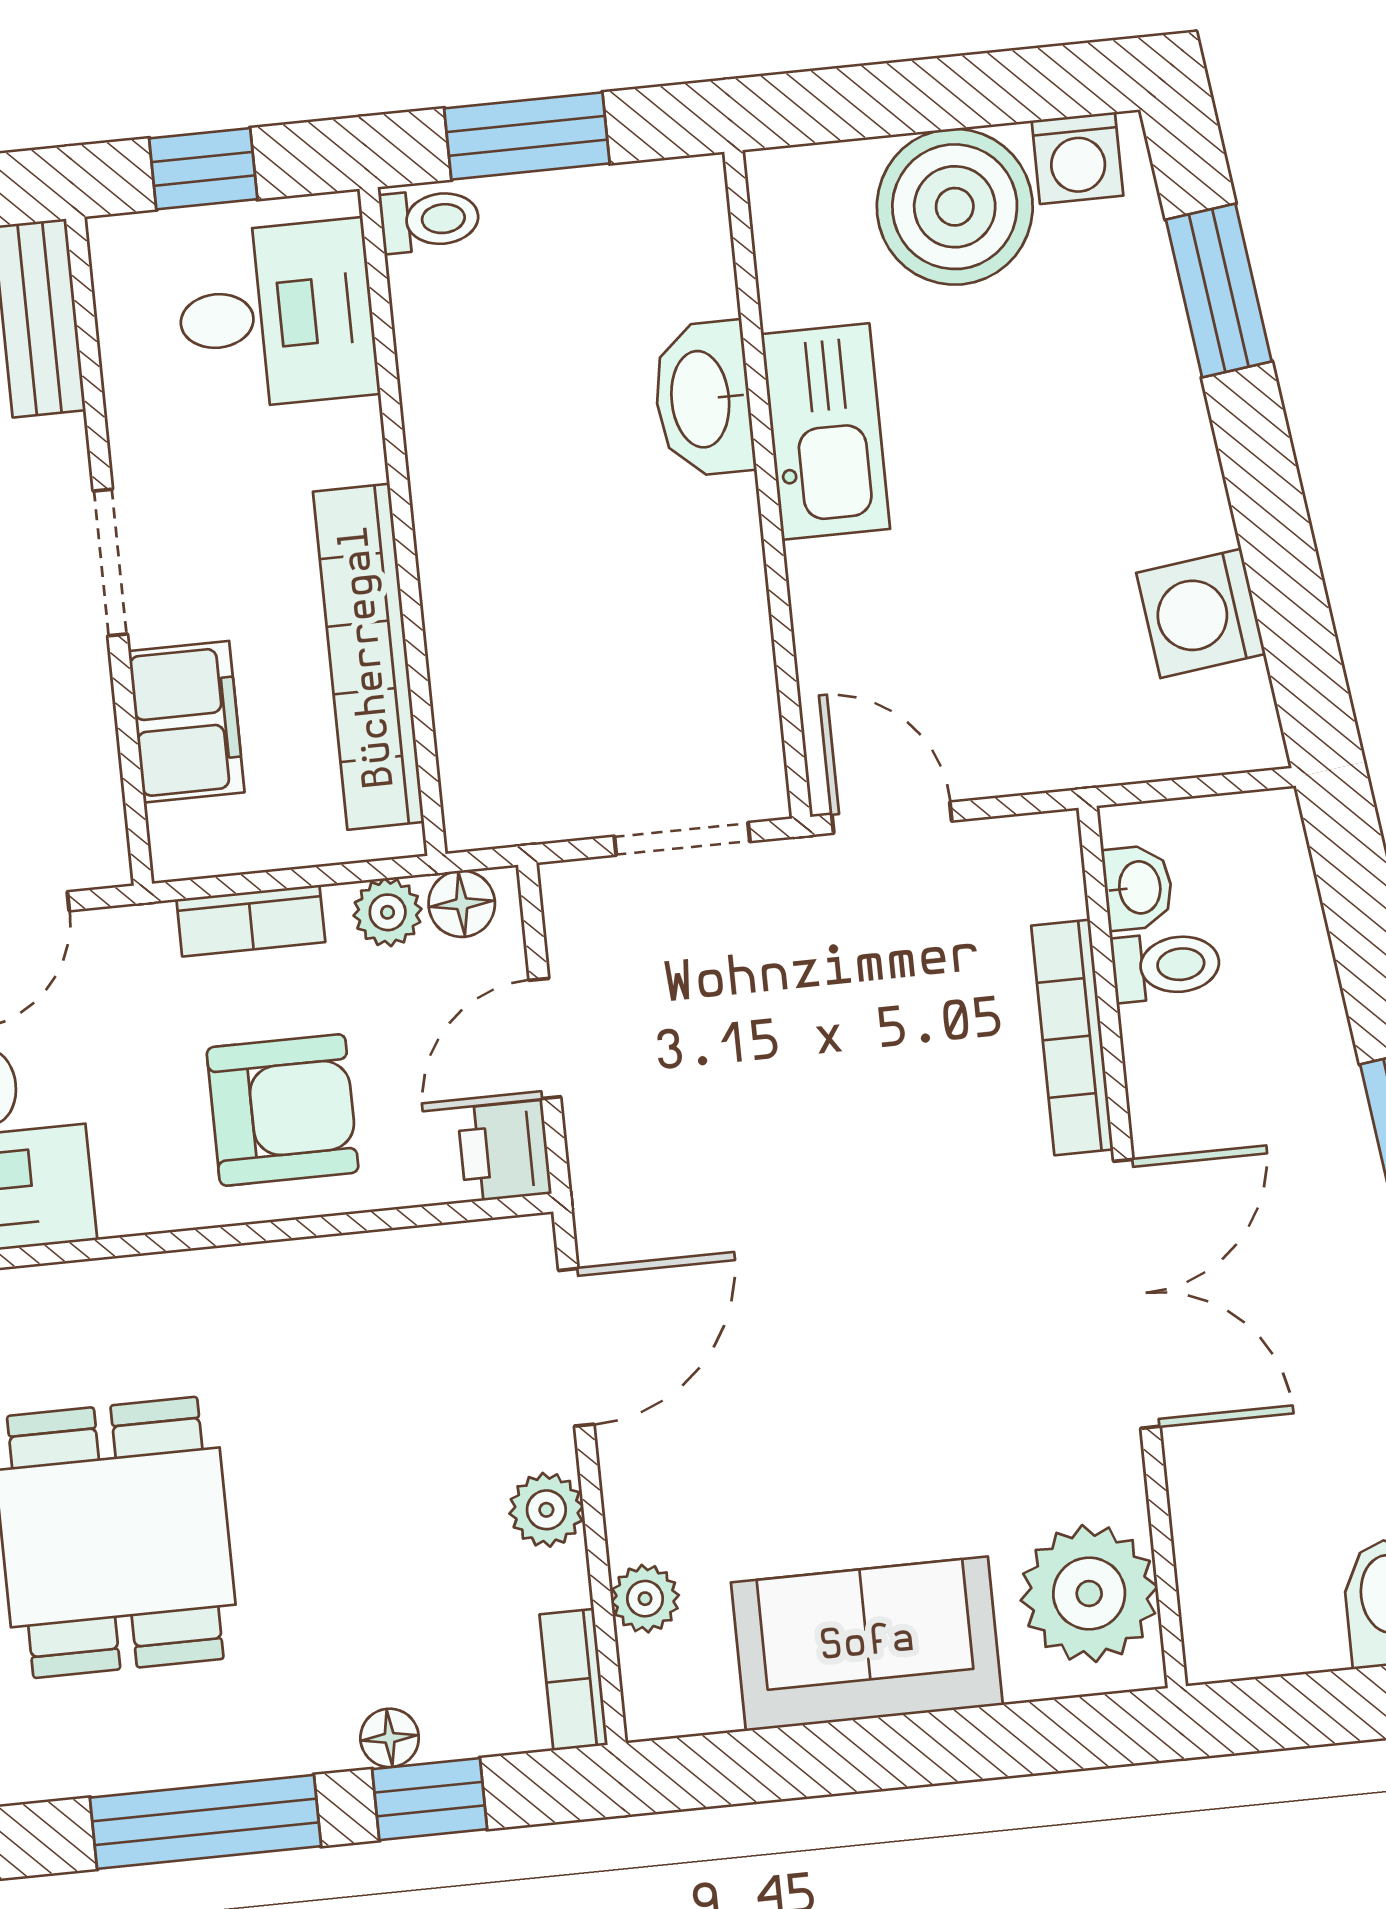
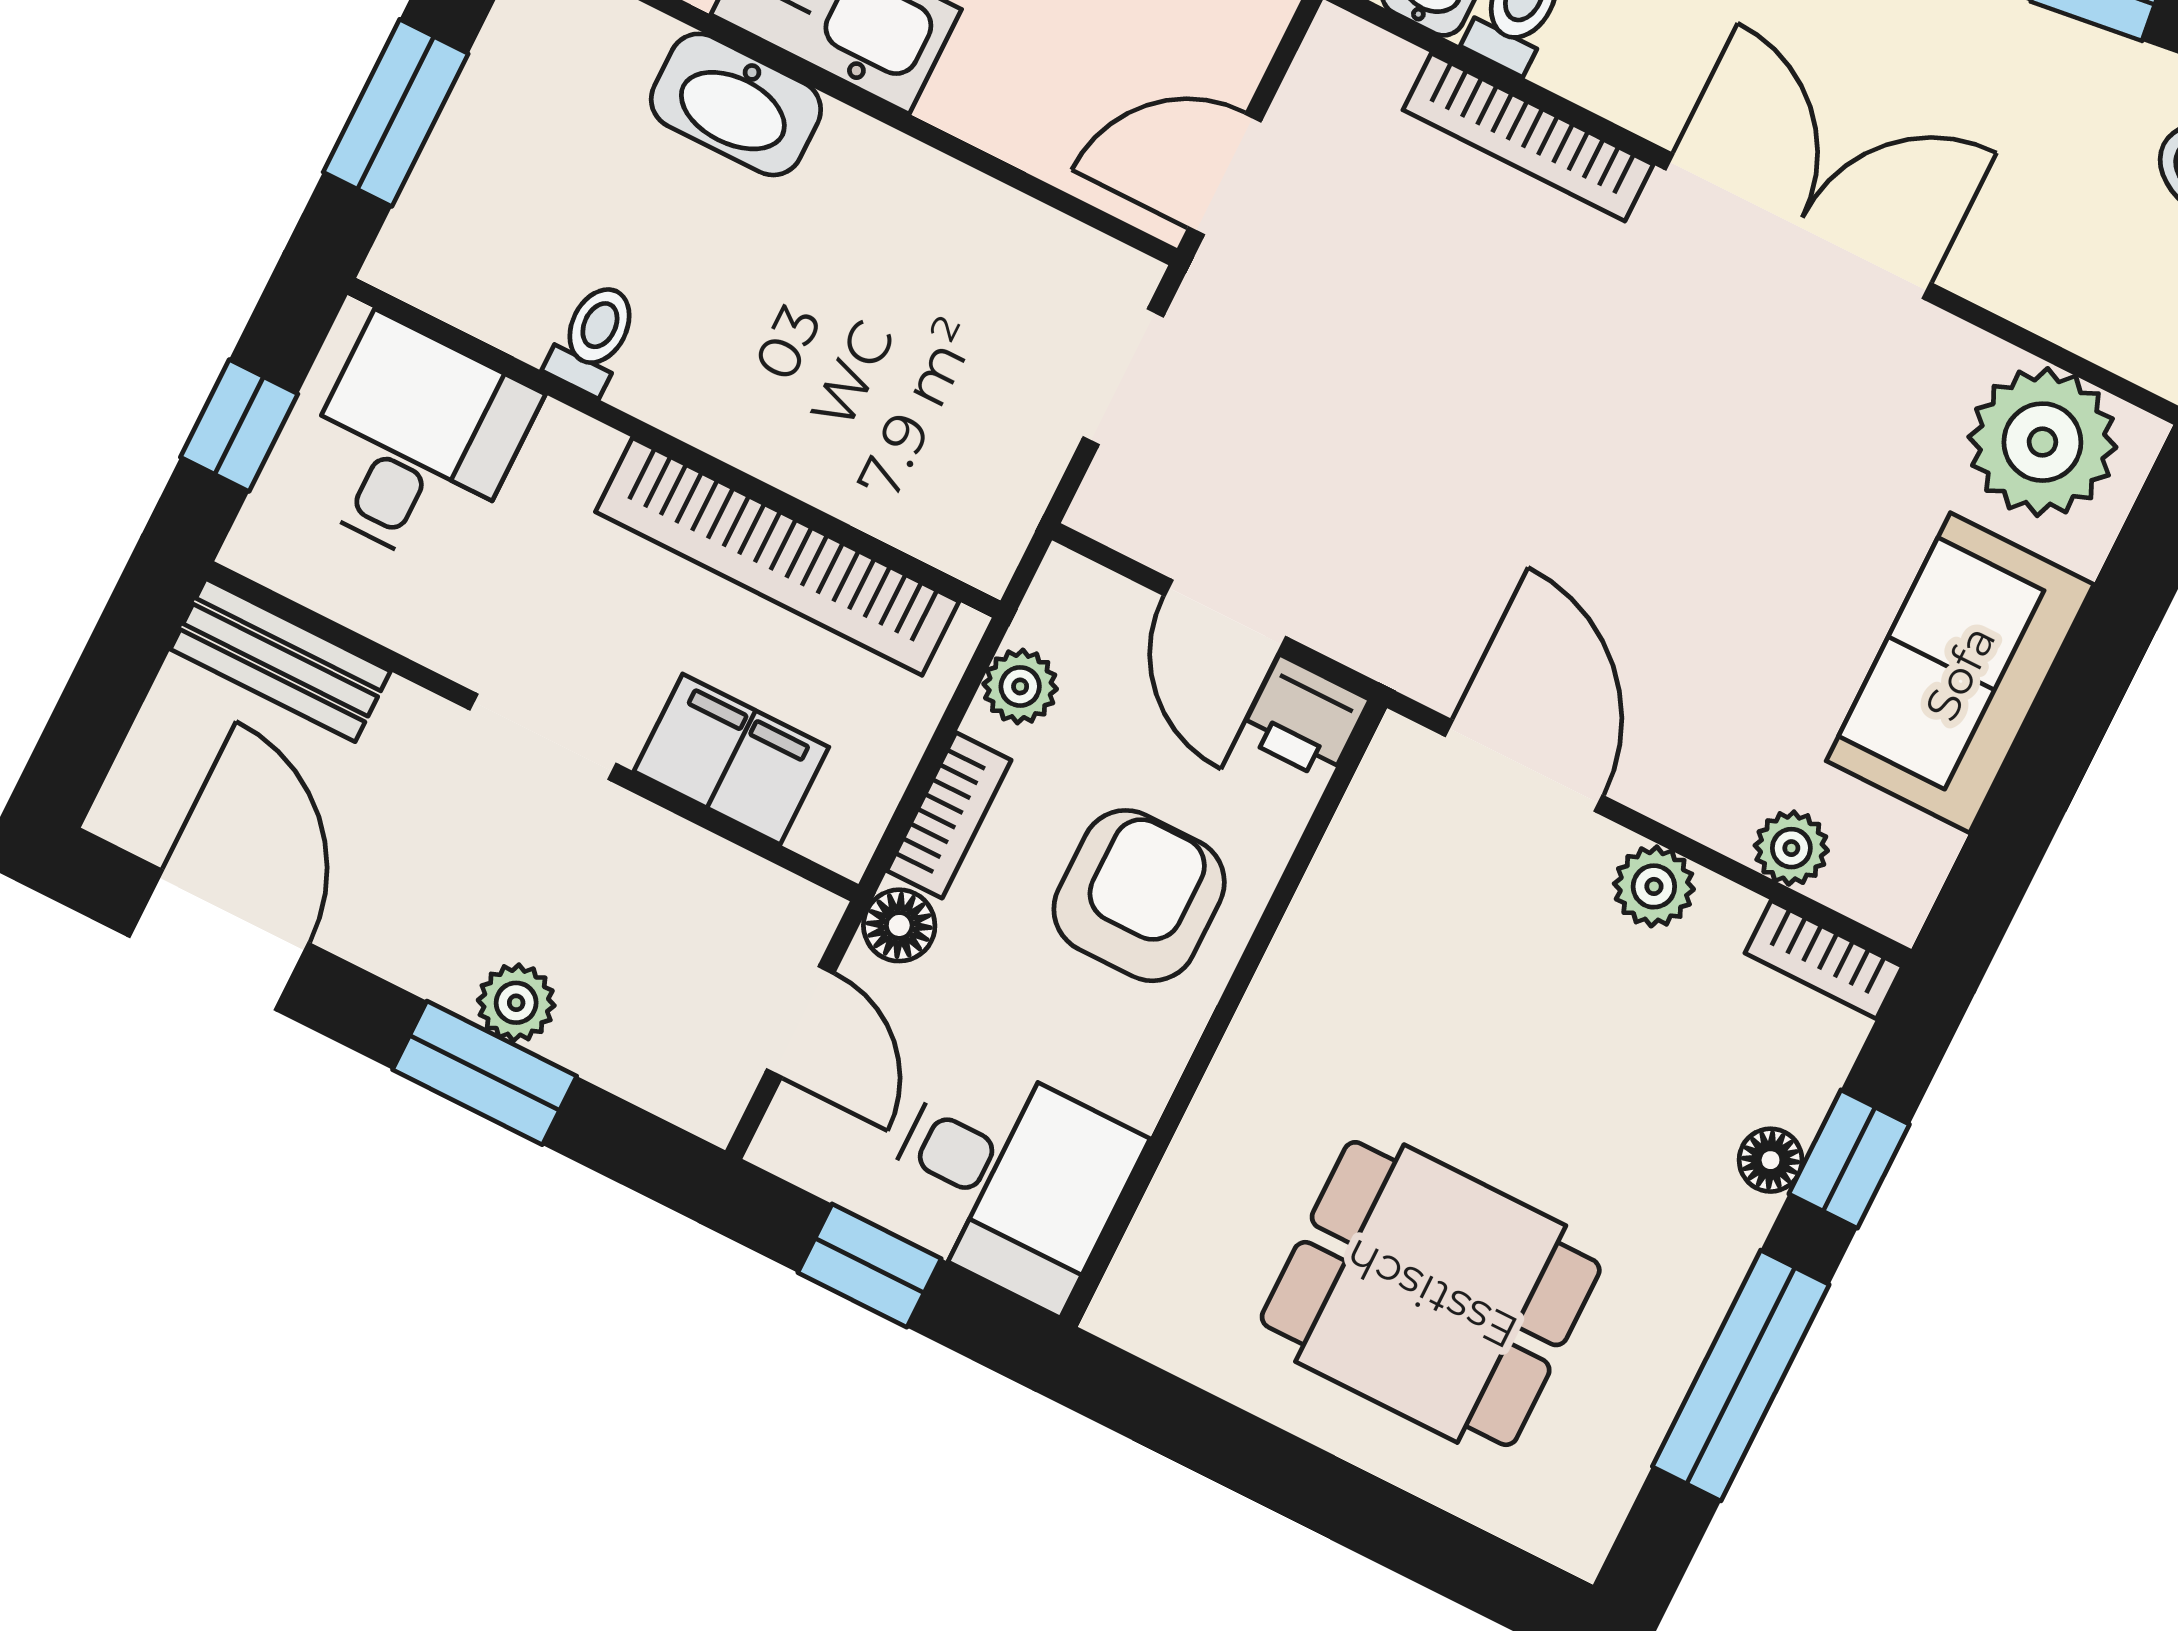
toilet: (430, 220) -> (593, 338), moved
floor lamp: (462, 904) -> (899, 925), moved

